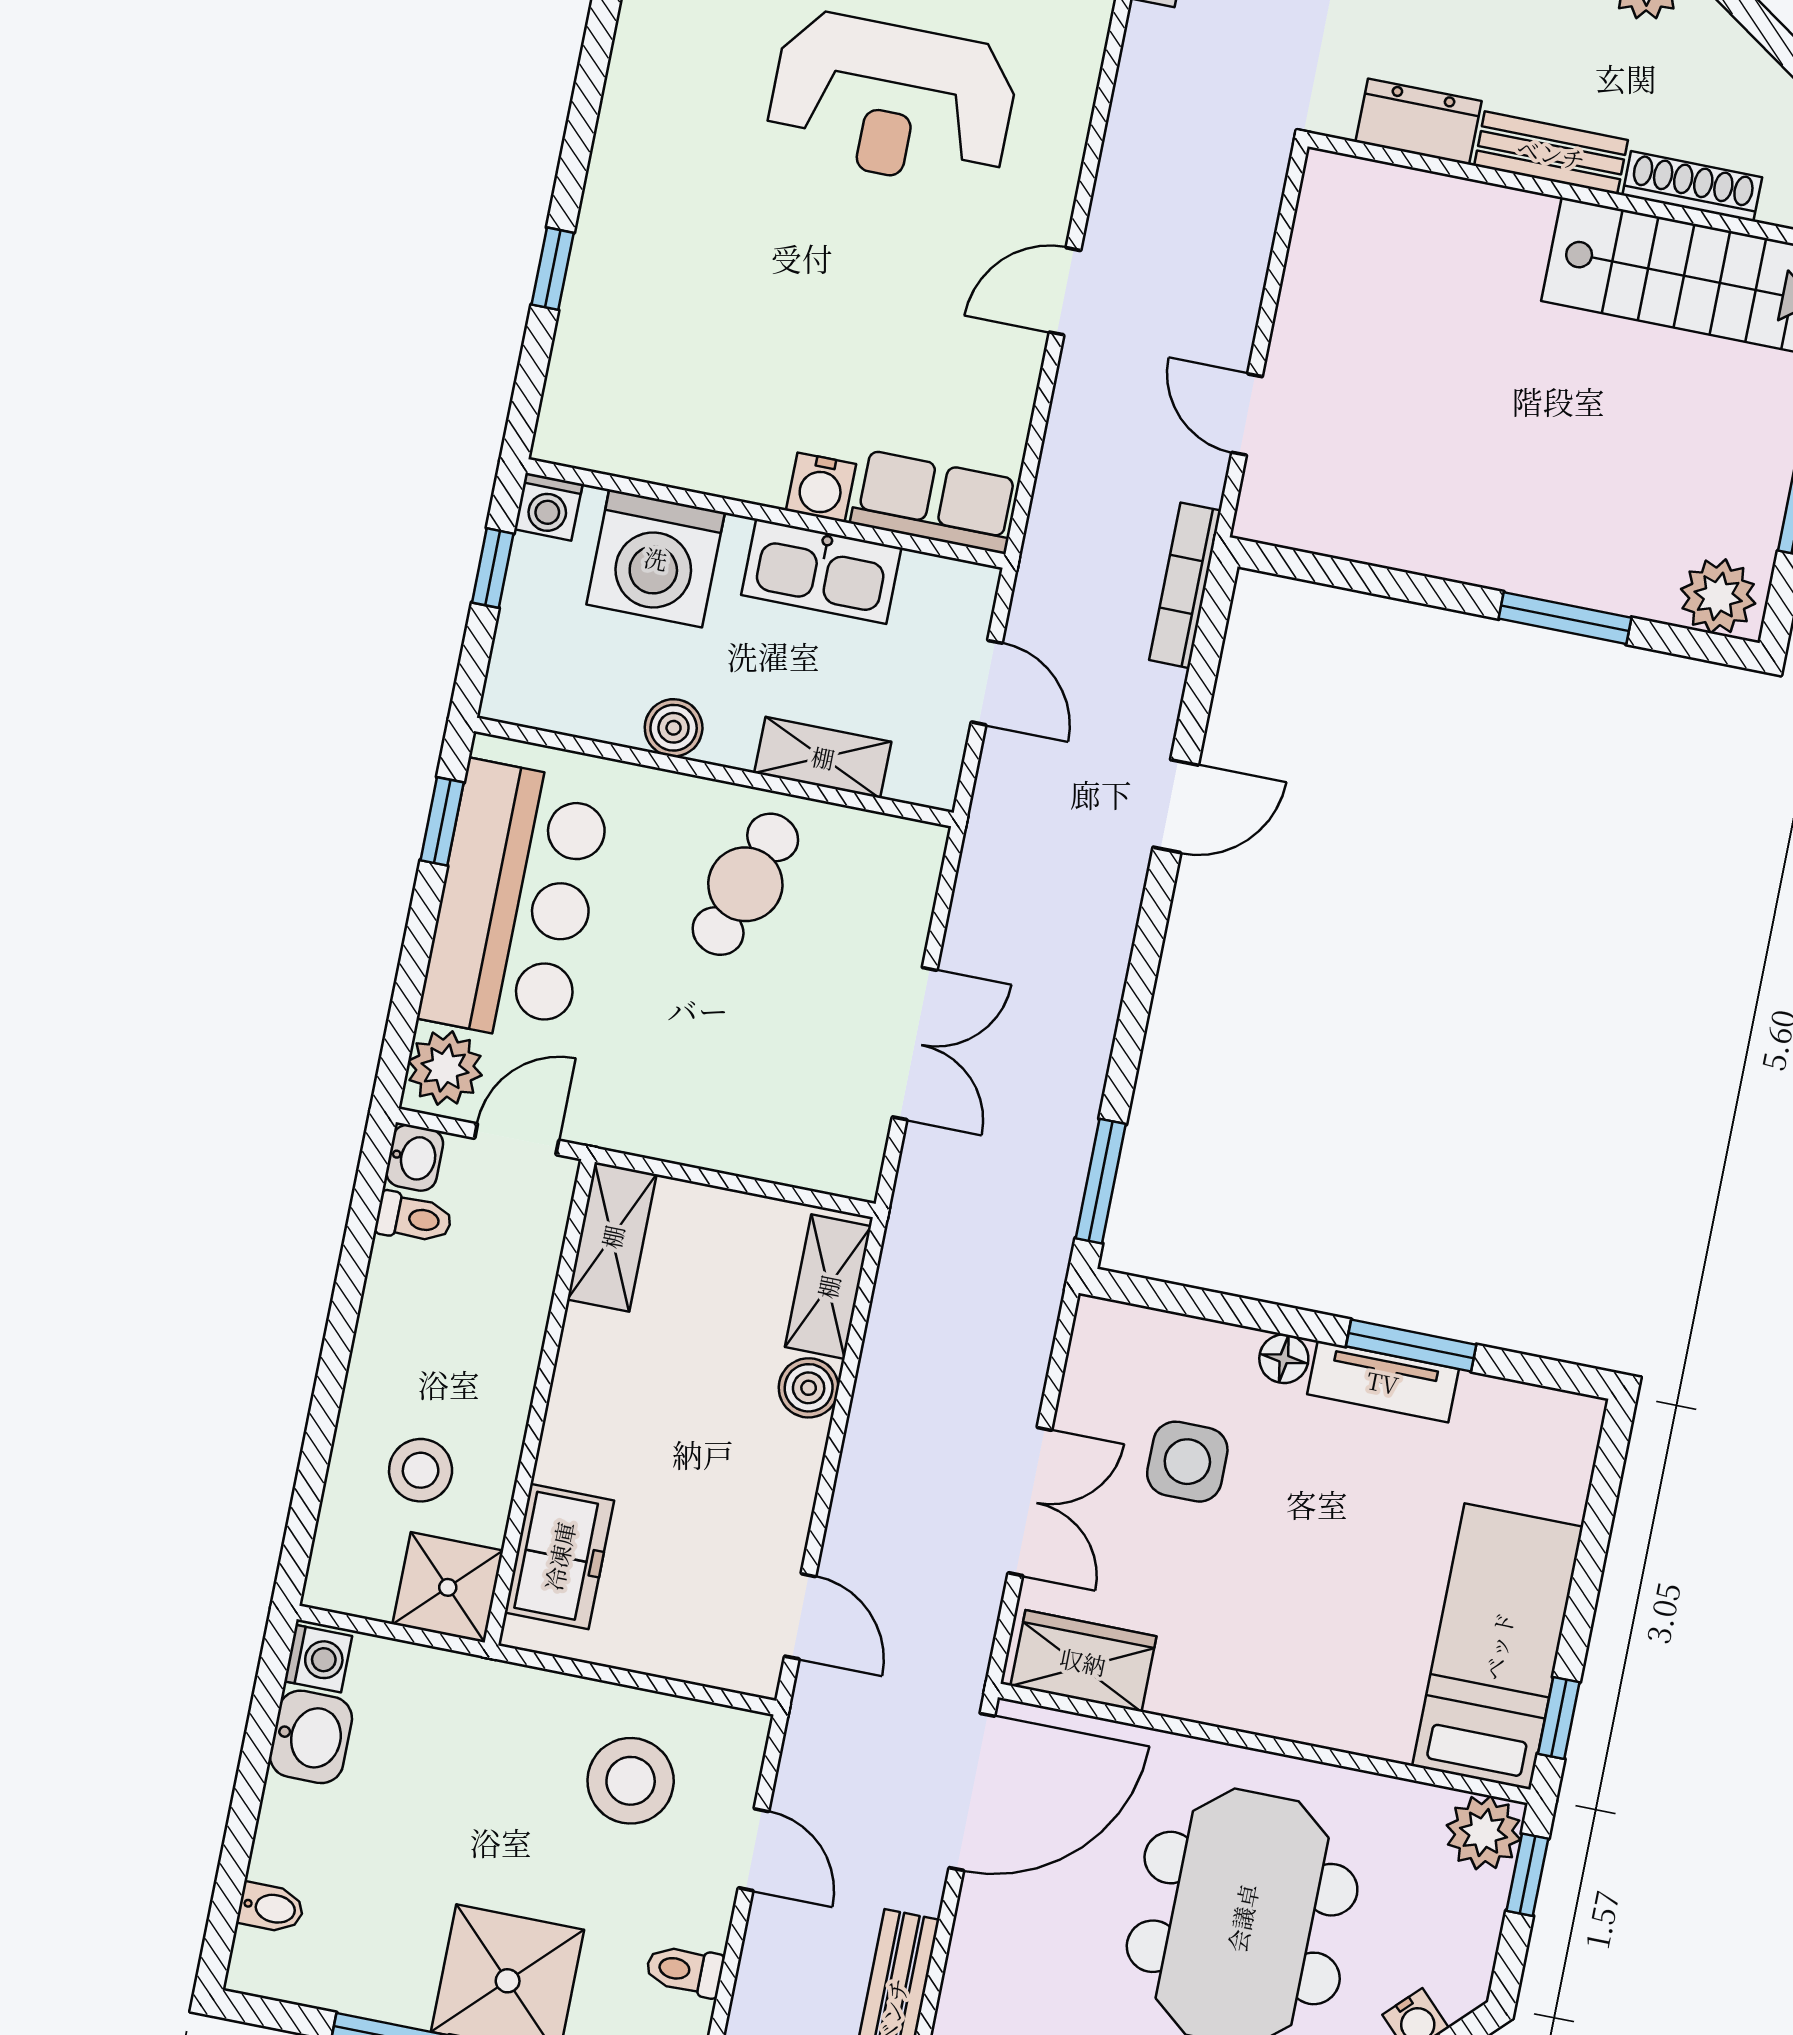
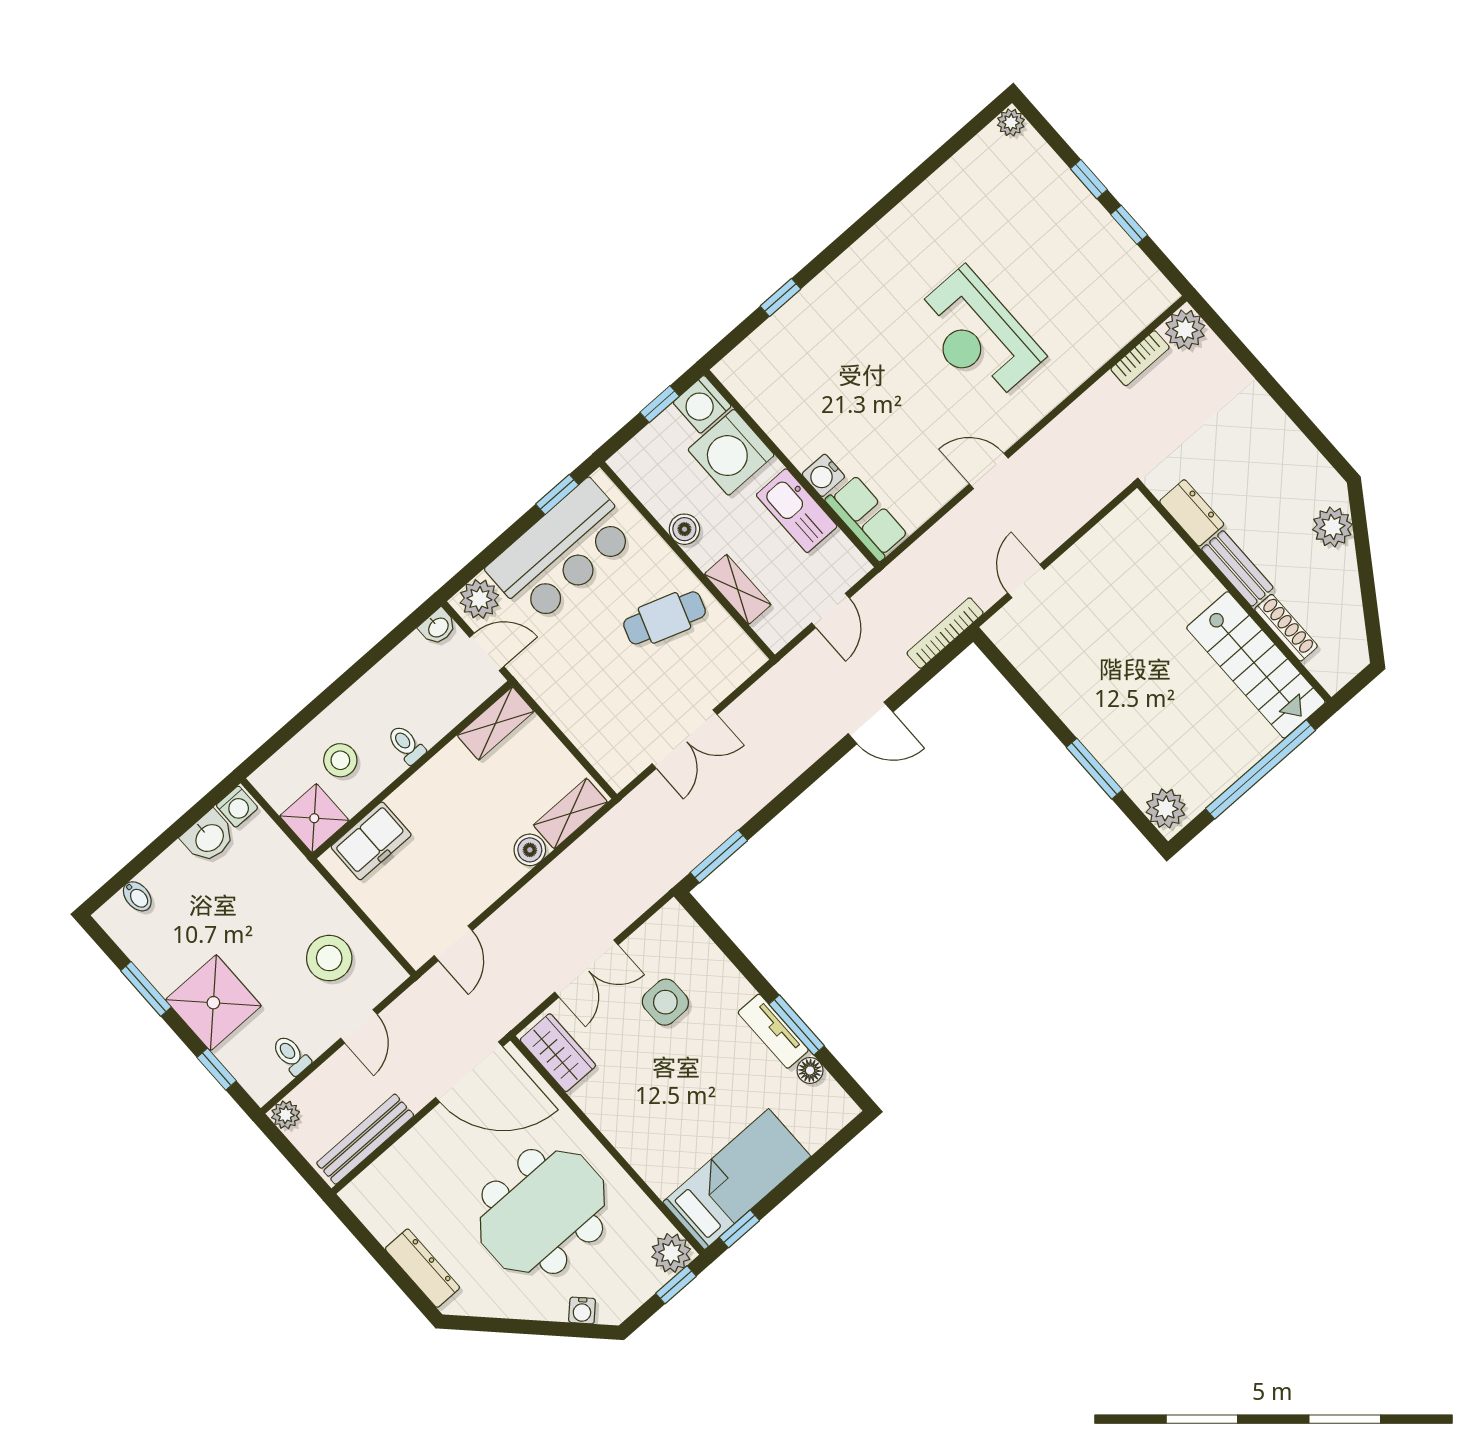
washing machine: (548, 507) -> (702, 404), width x1.38, depth x1.38
toilet: (414, 1218) -> (406, 745), moved, turned 180
floor lamp: (1284, 1359) -> (810, 1070), moved

